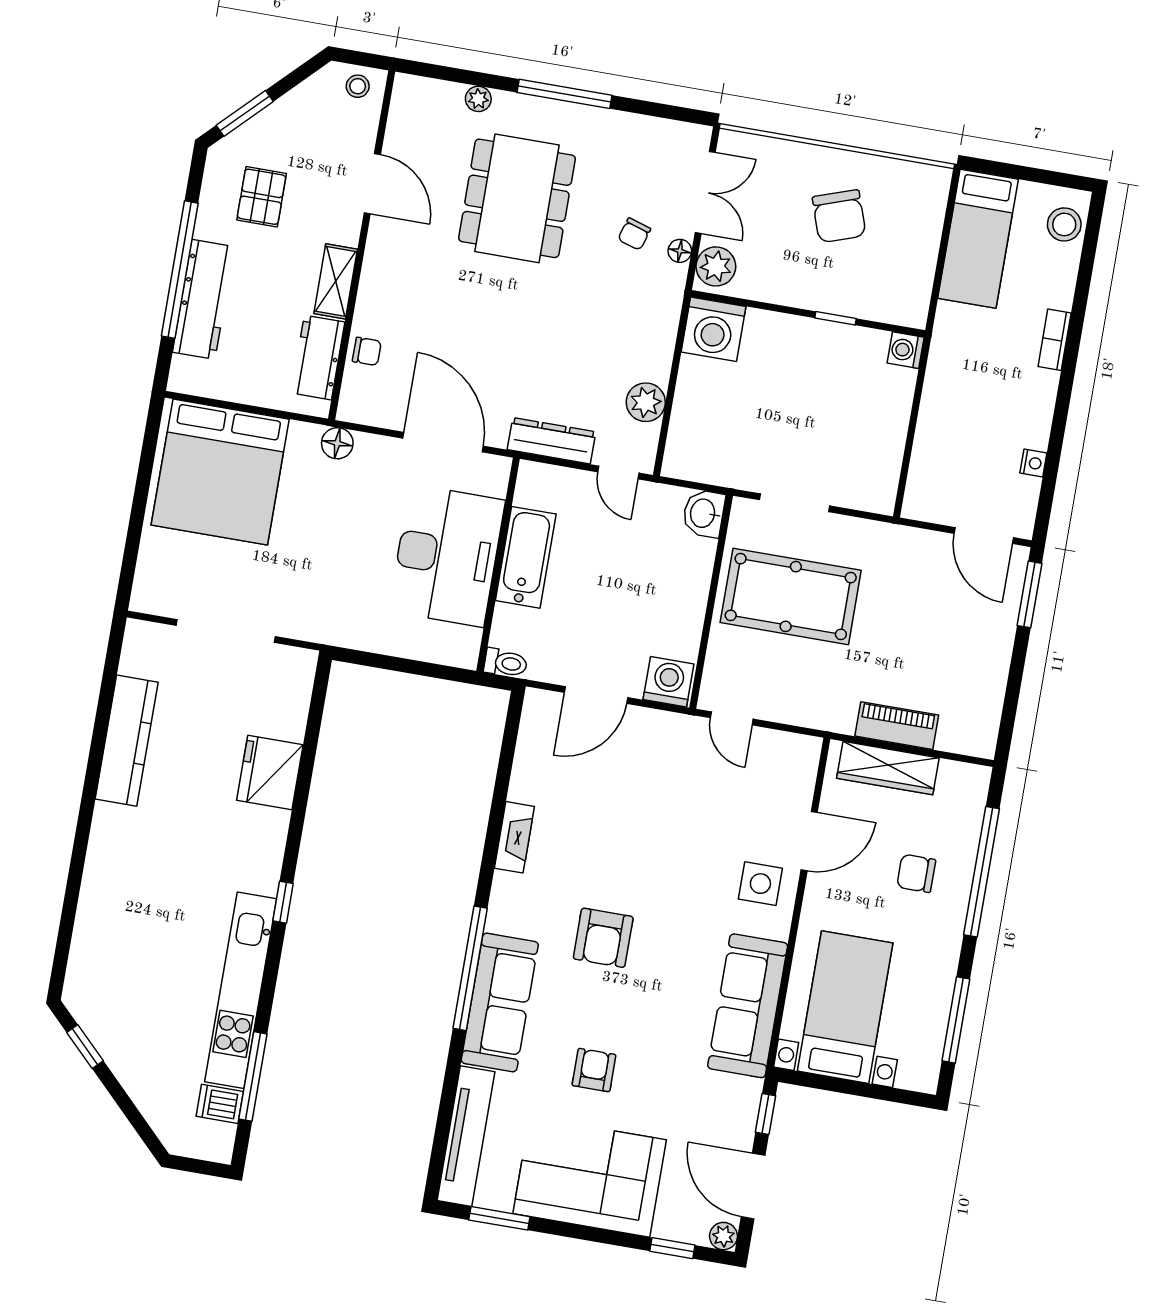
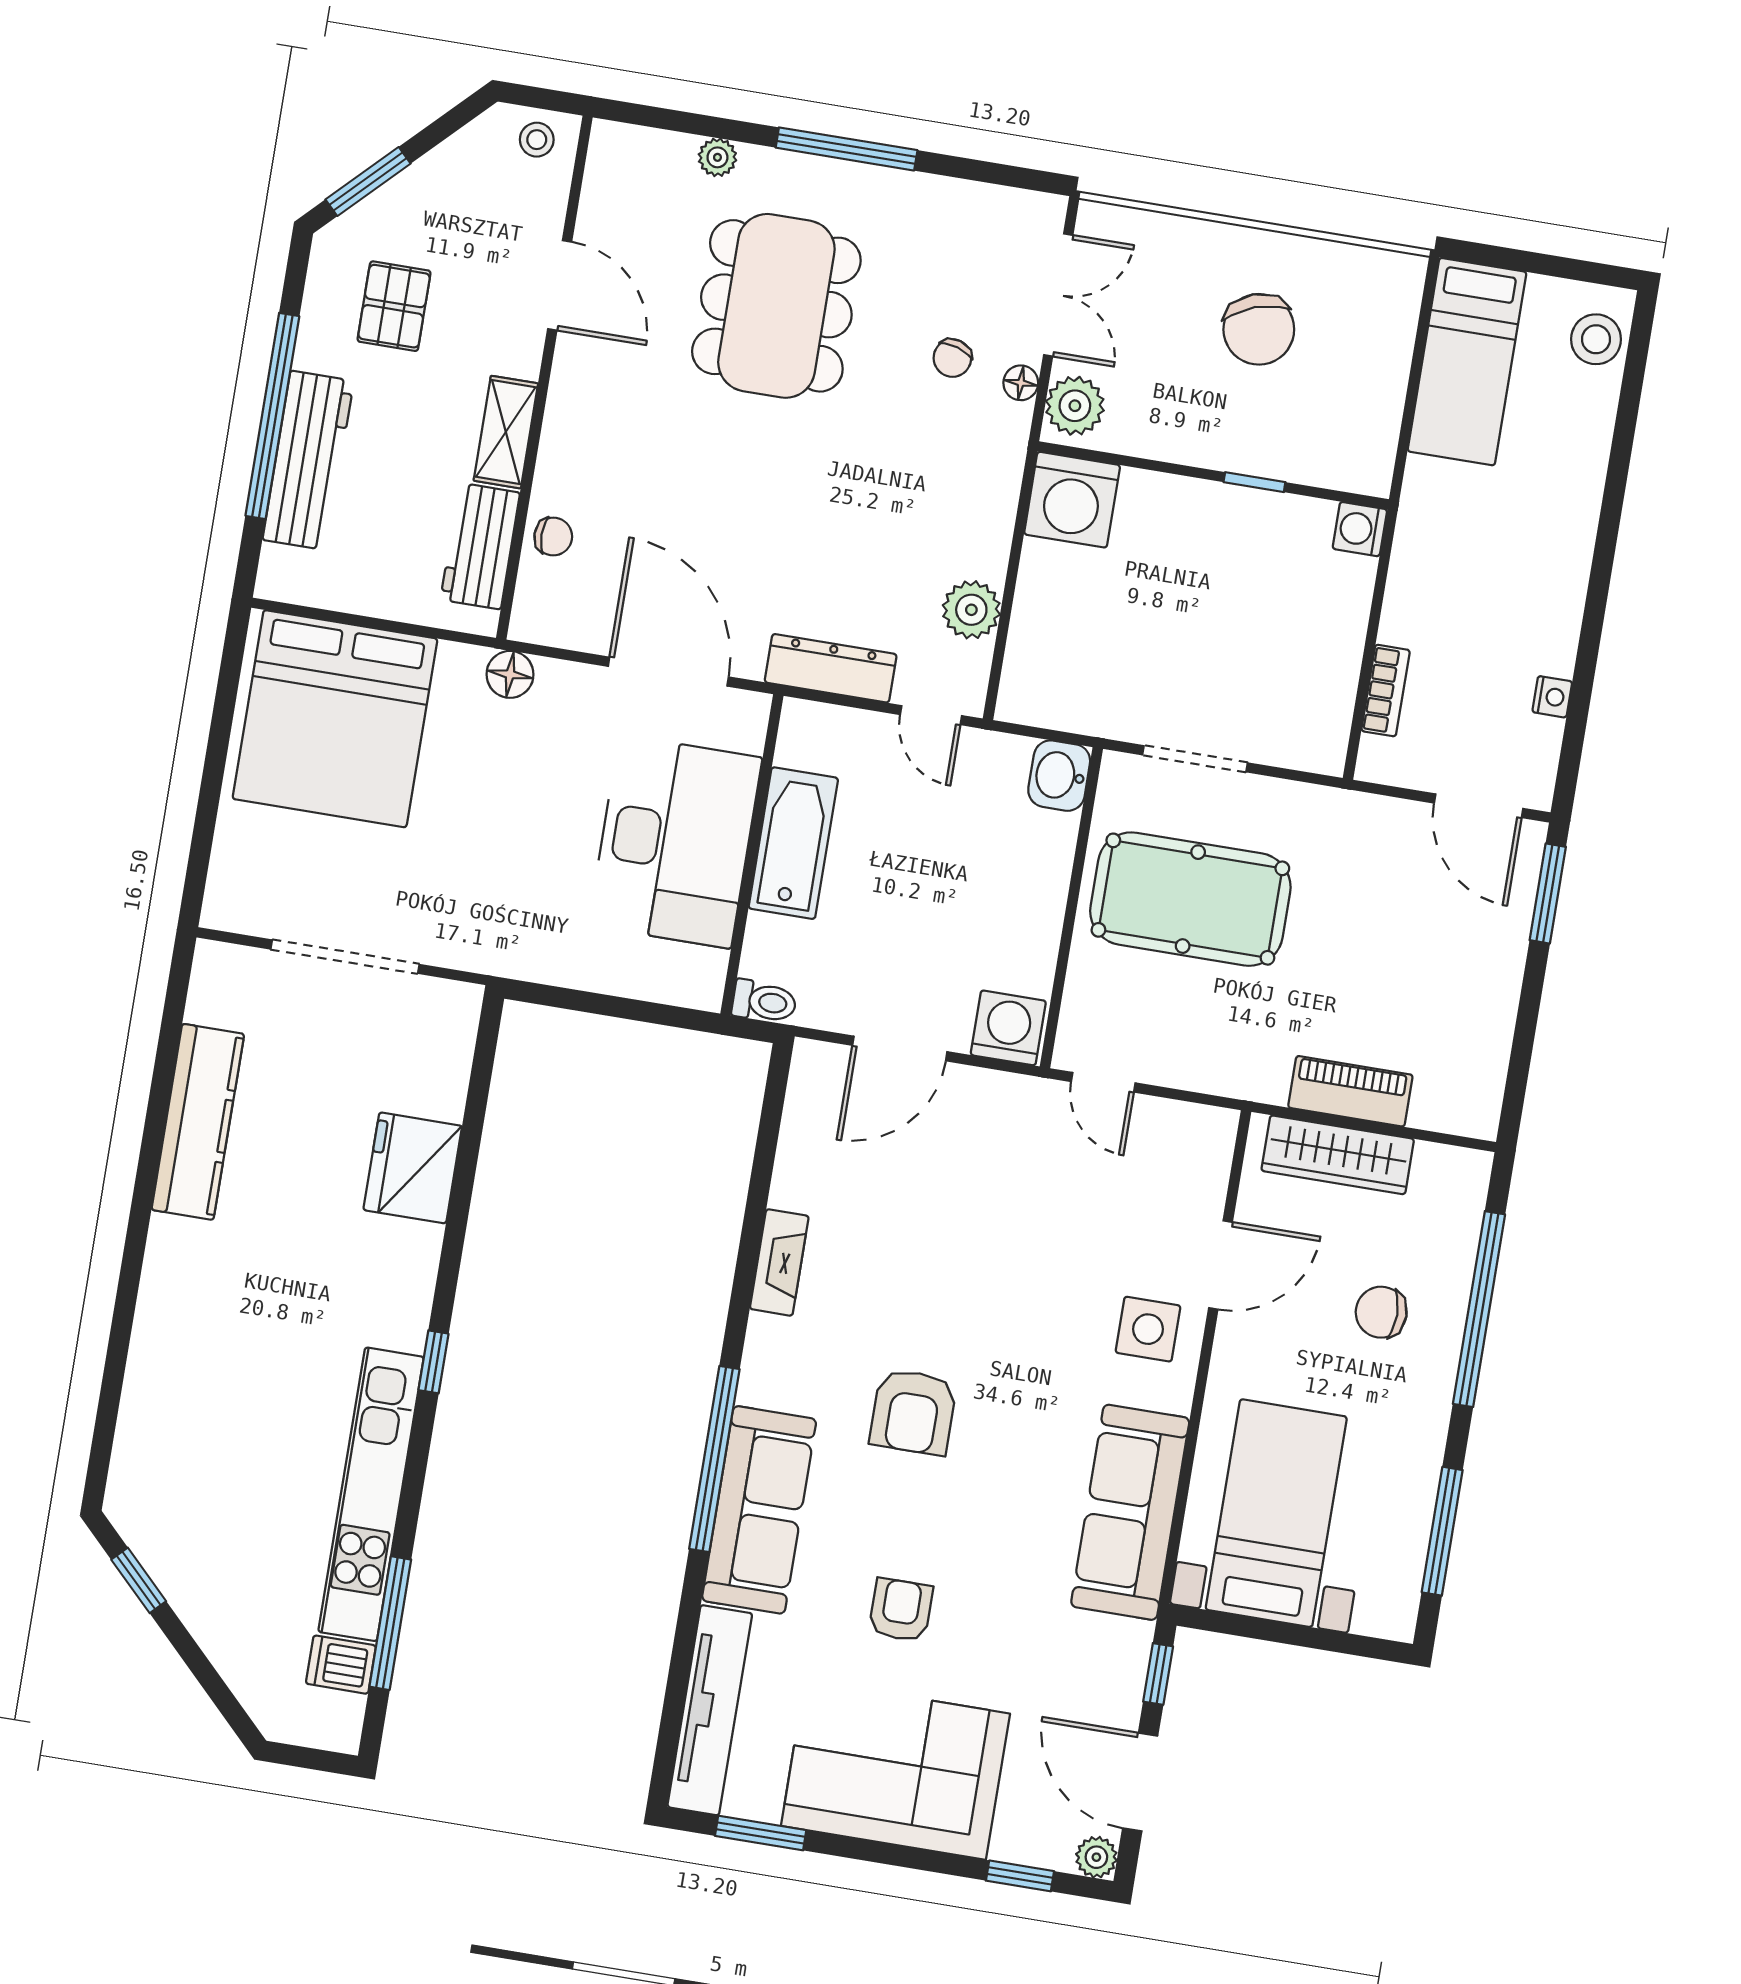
bookcase: (1055, 340) -> (1386, 691), moved, turned 180

